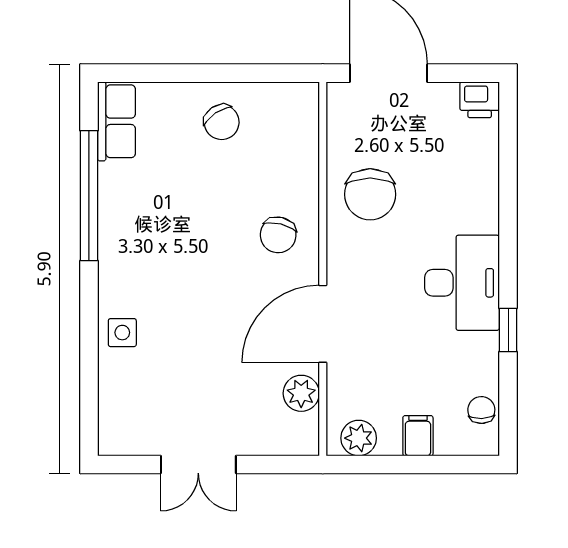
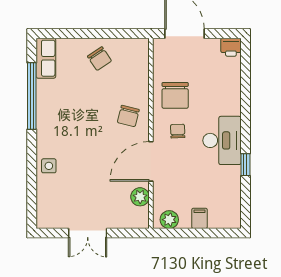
chair: (481, 410) -> (178, 131), moved

